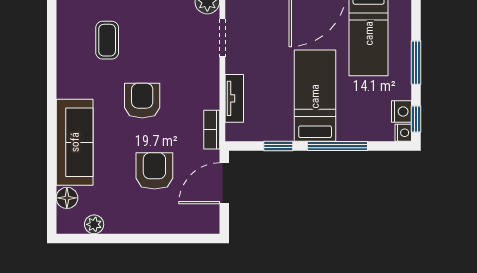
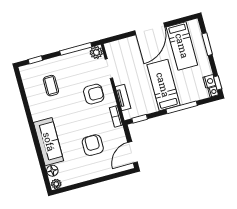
window: (416, 63) -> (207, 44), moved
armchair: (142, 101) -> (94, 94), moved, turned 90
window: (278, 146) -> (140, 119), moved
door: (224, 183) -> (132, 152), moved
plant: (94, 224) -> (56, 184), moved

